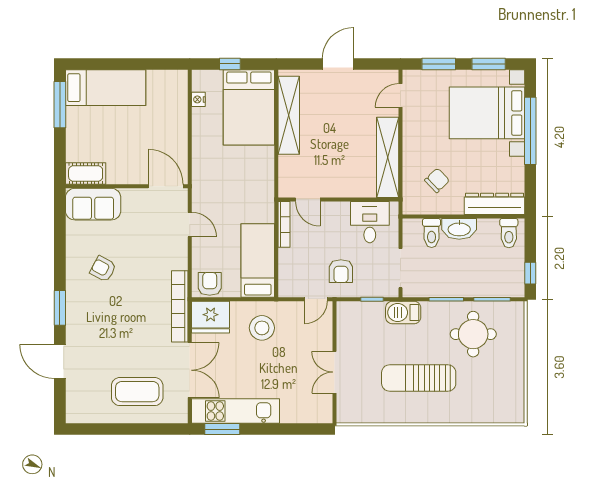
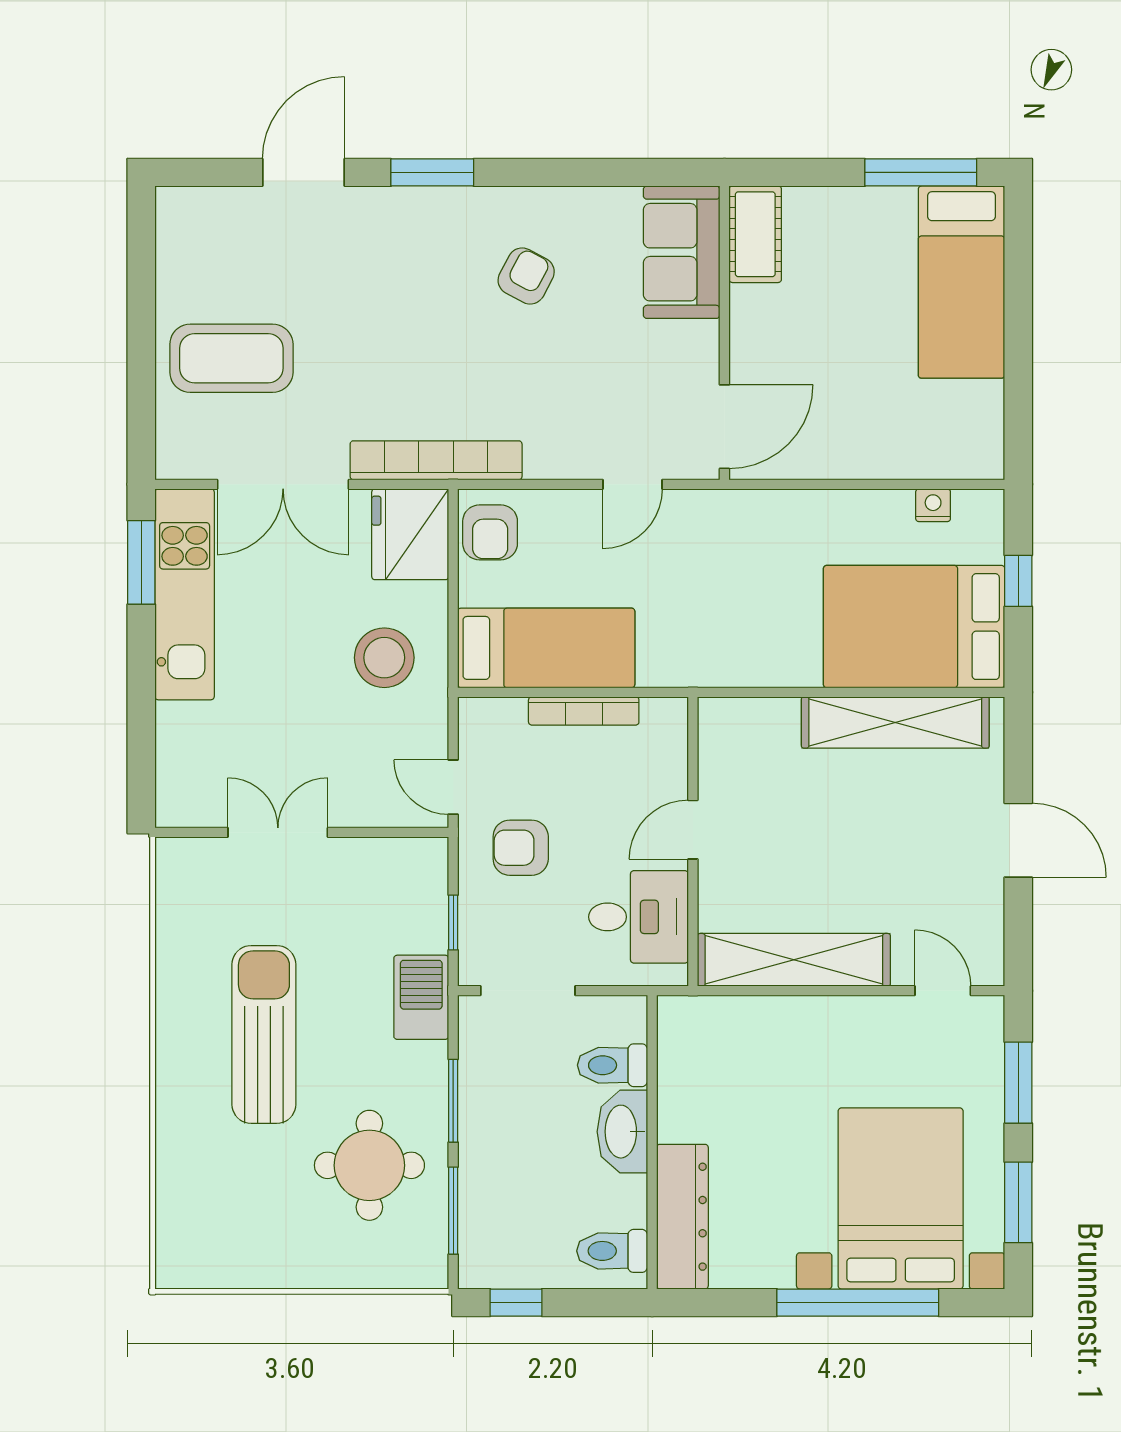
chair: (437, 180) -> (739, 1079), removed
door: (308, 199) -> (693, 830), moved
bookcase: (284, 224) -> (584, 711), moved
armchair: (210, 284) -> (490, 532), turned 90
coffee table: (137, 392) -> (231, 358), turned 90

